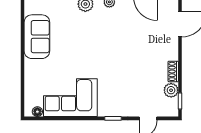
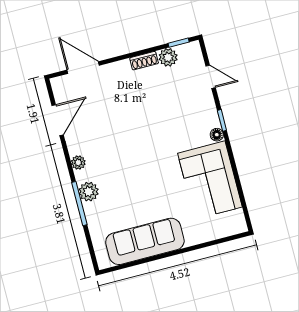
sofa: (37, 37) -> (145, 241), width x1.36
floor lamp: (37, 112) -> (217, 135), moved

